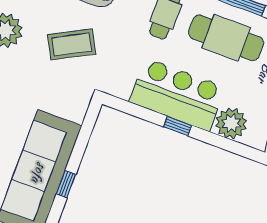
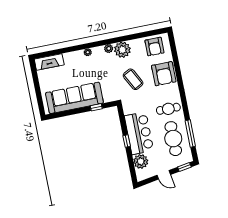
window: (66, 184) -> (96, 107), moved

